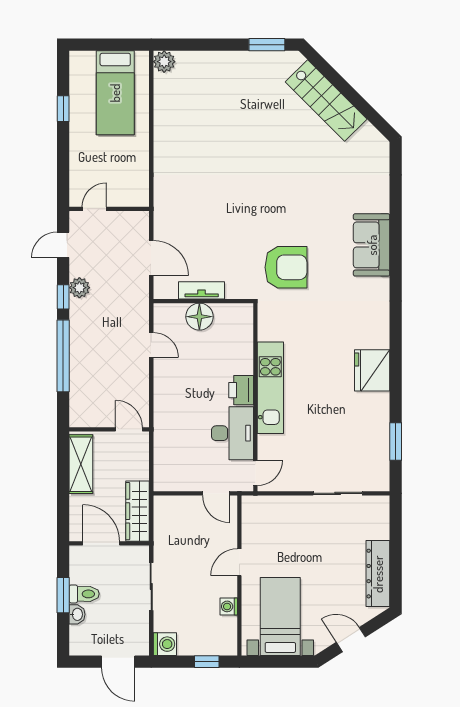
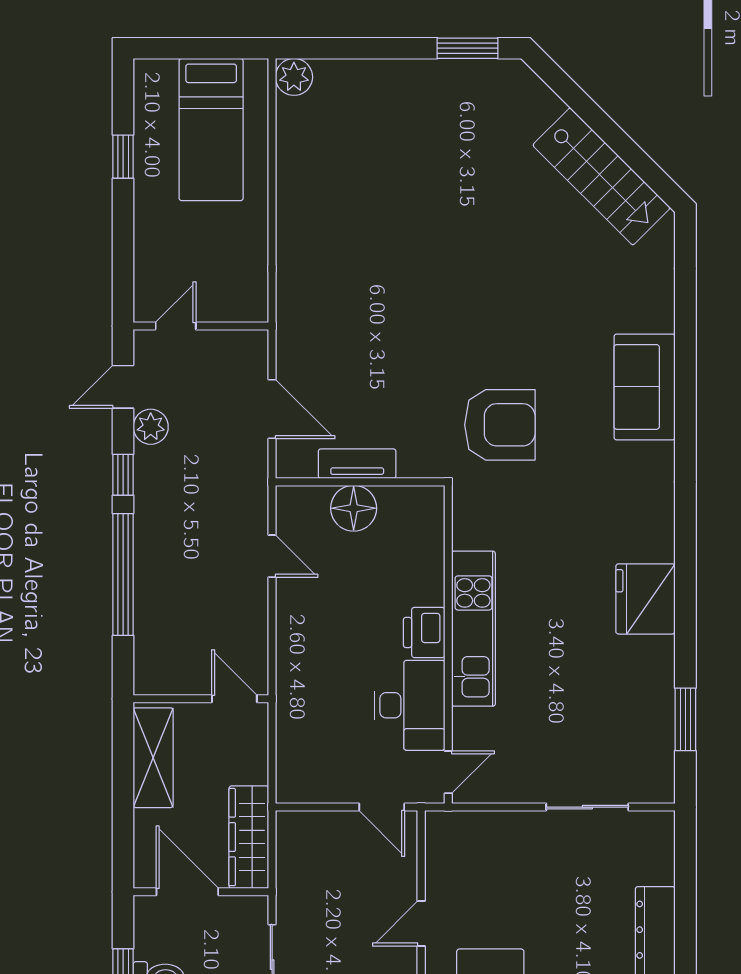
stairs: (326, 100) -> (602, 176), moved
plant: (79, 288) -> (151, 427), moved

